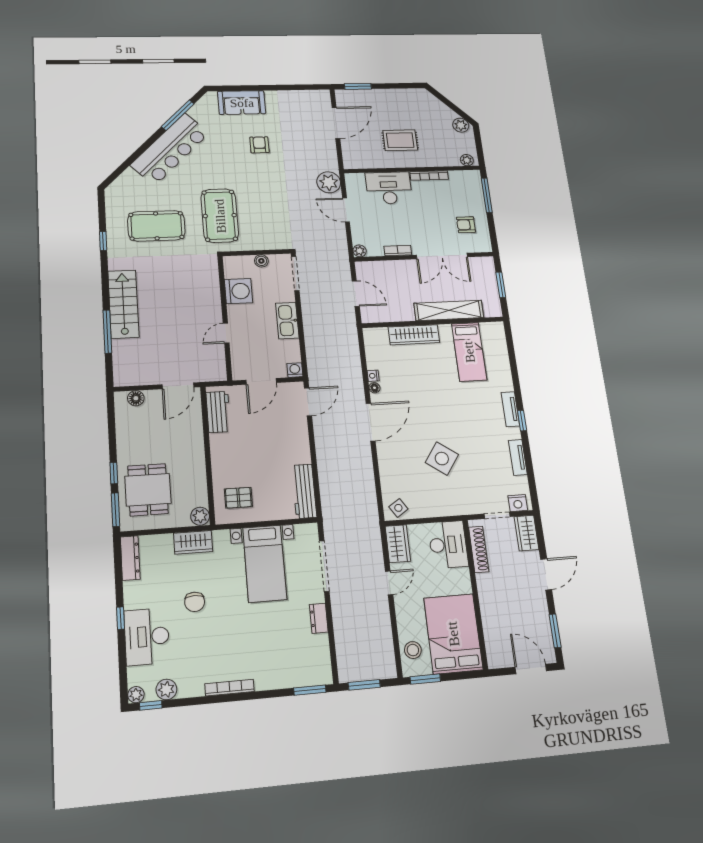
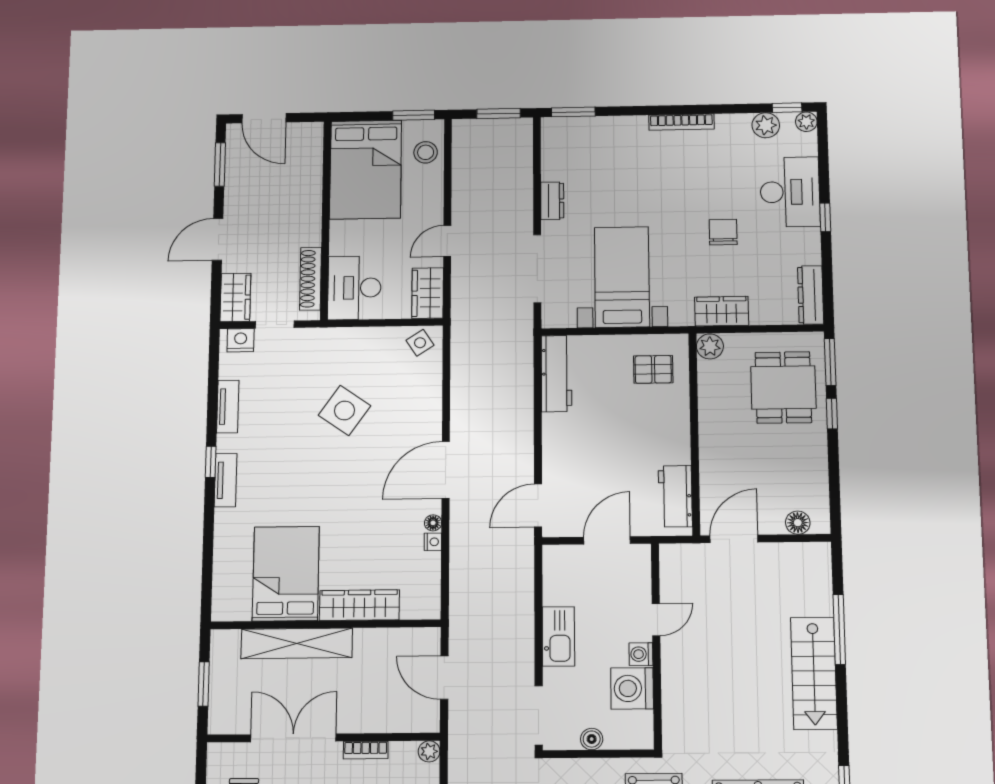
bed: (469, 352) -> (286, 574), width x1.50
washing machine: (295, 370) -> (641, 654), moved, turned 90

